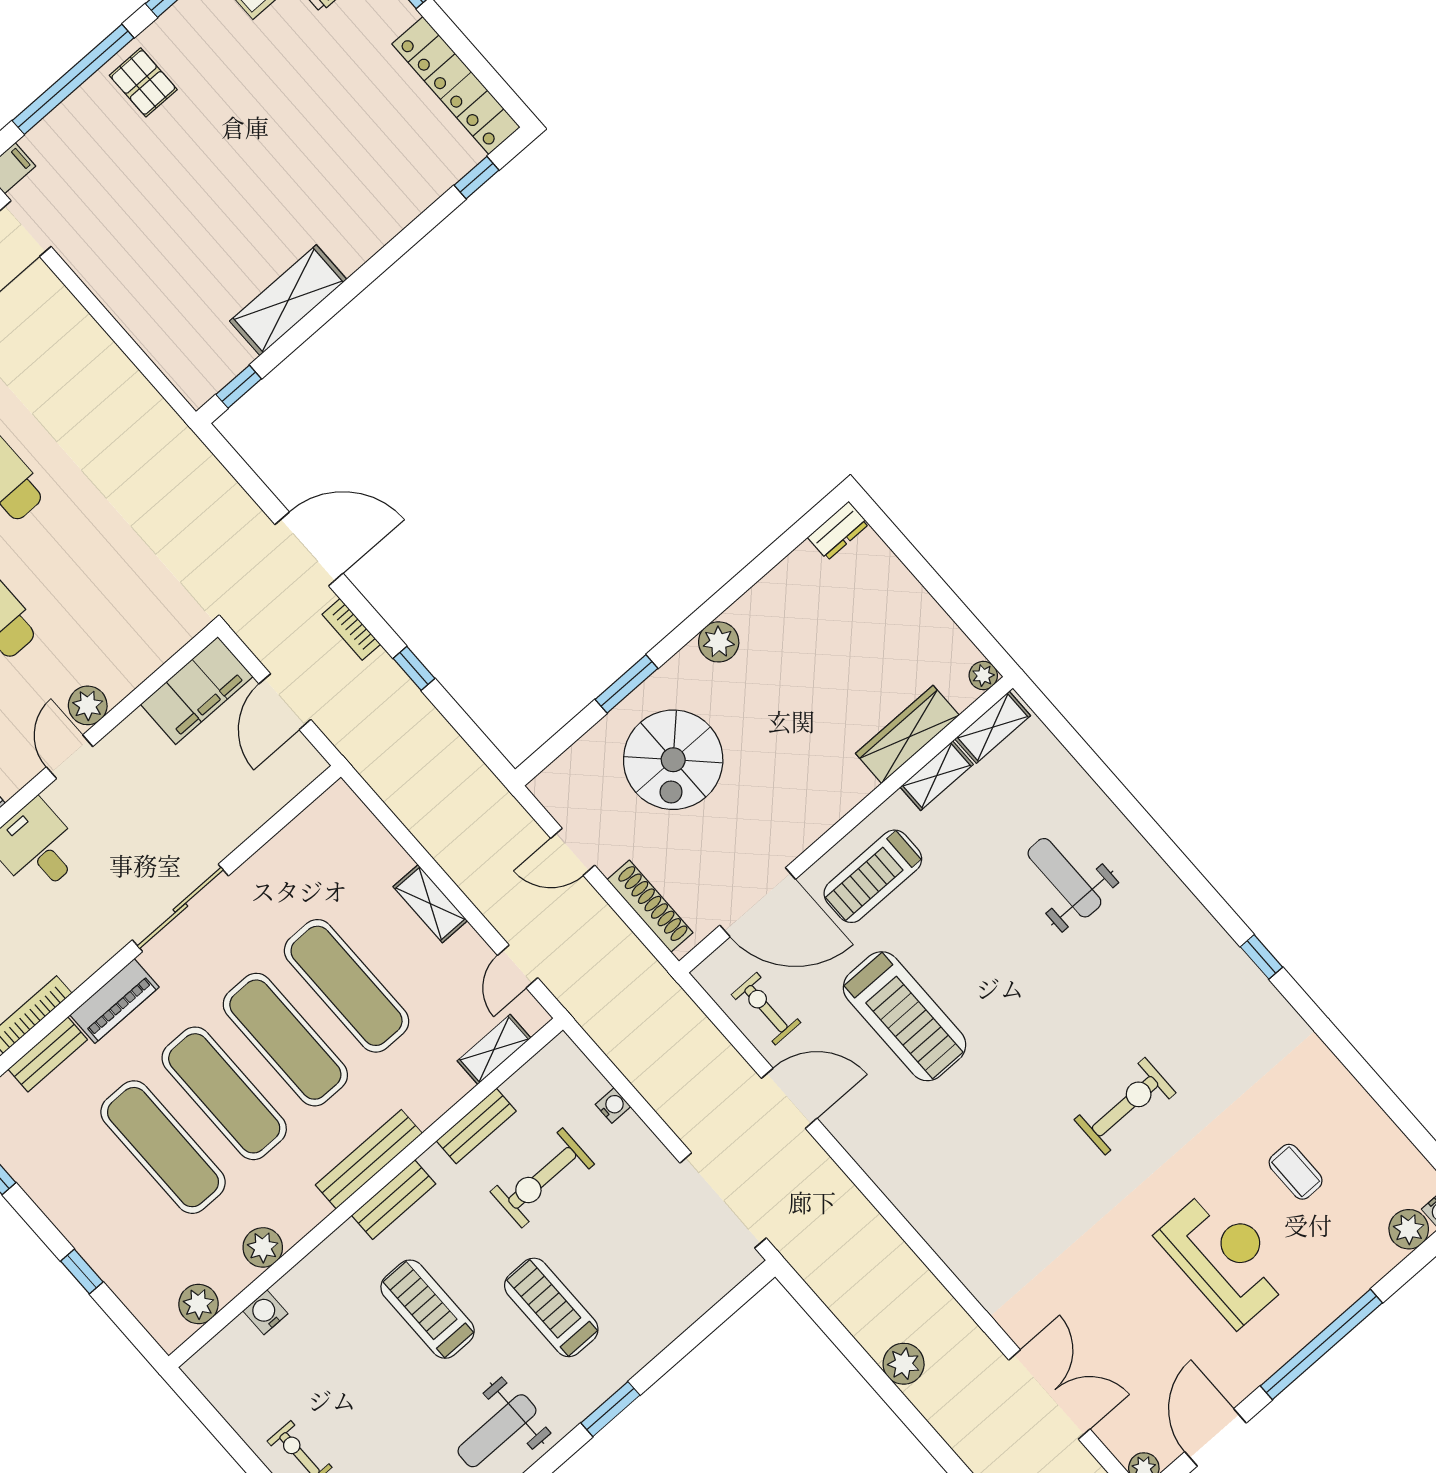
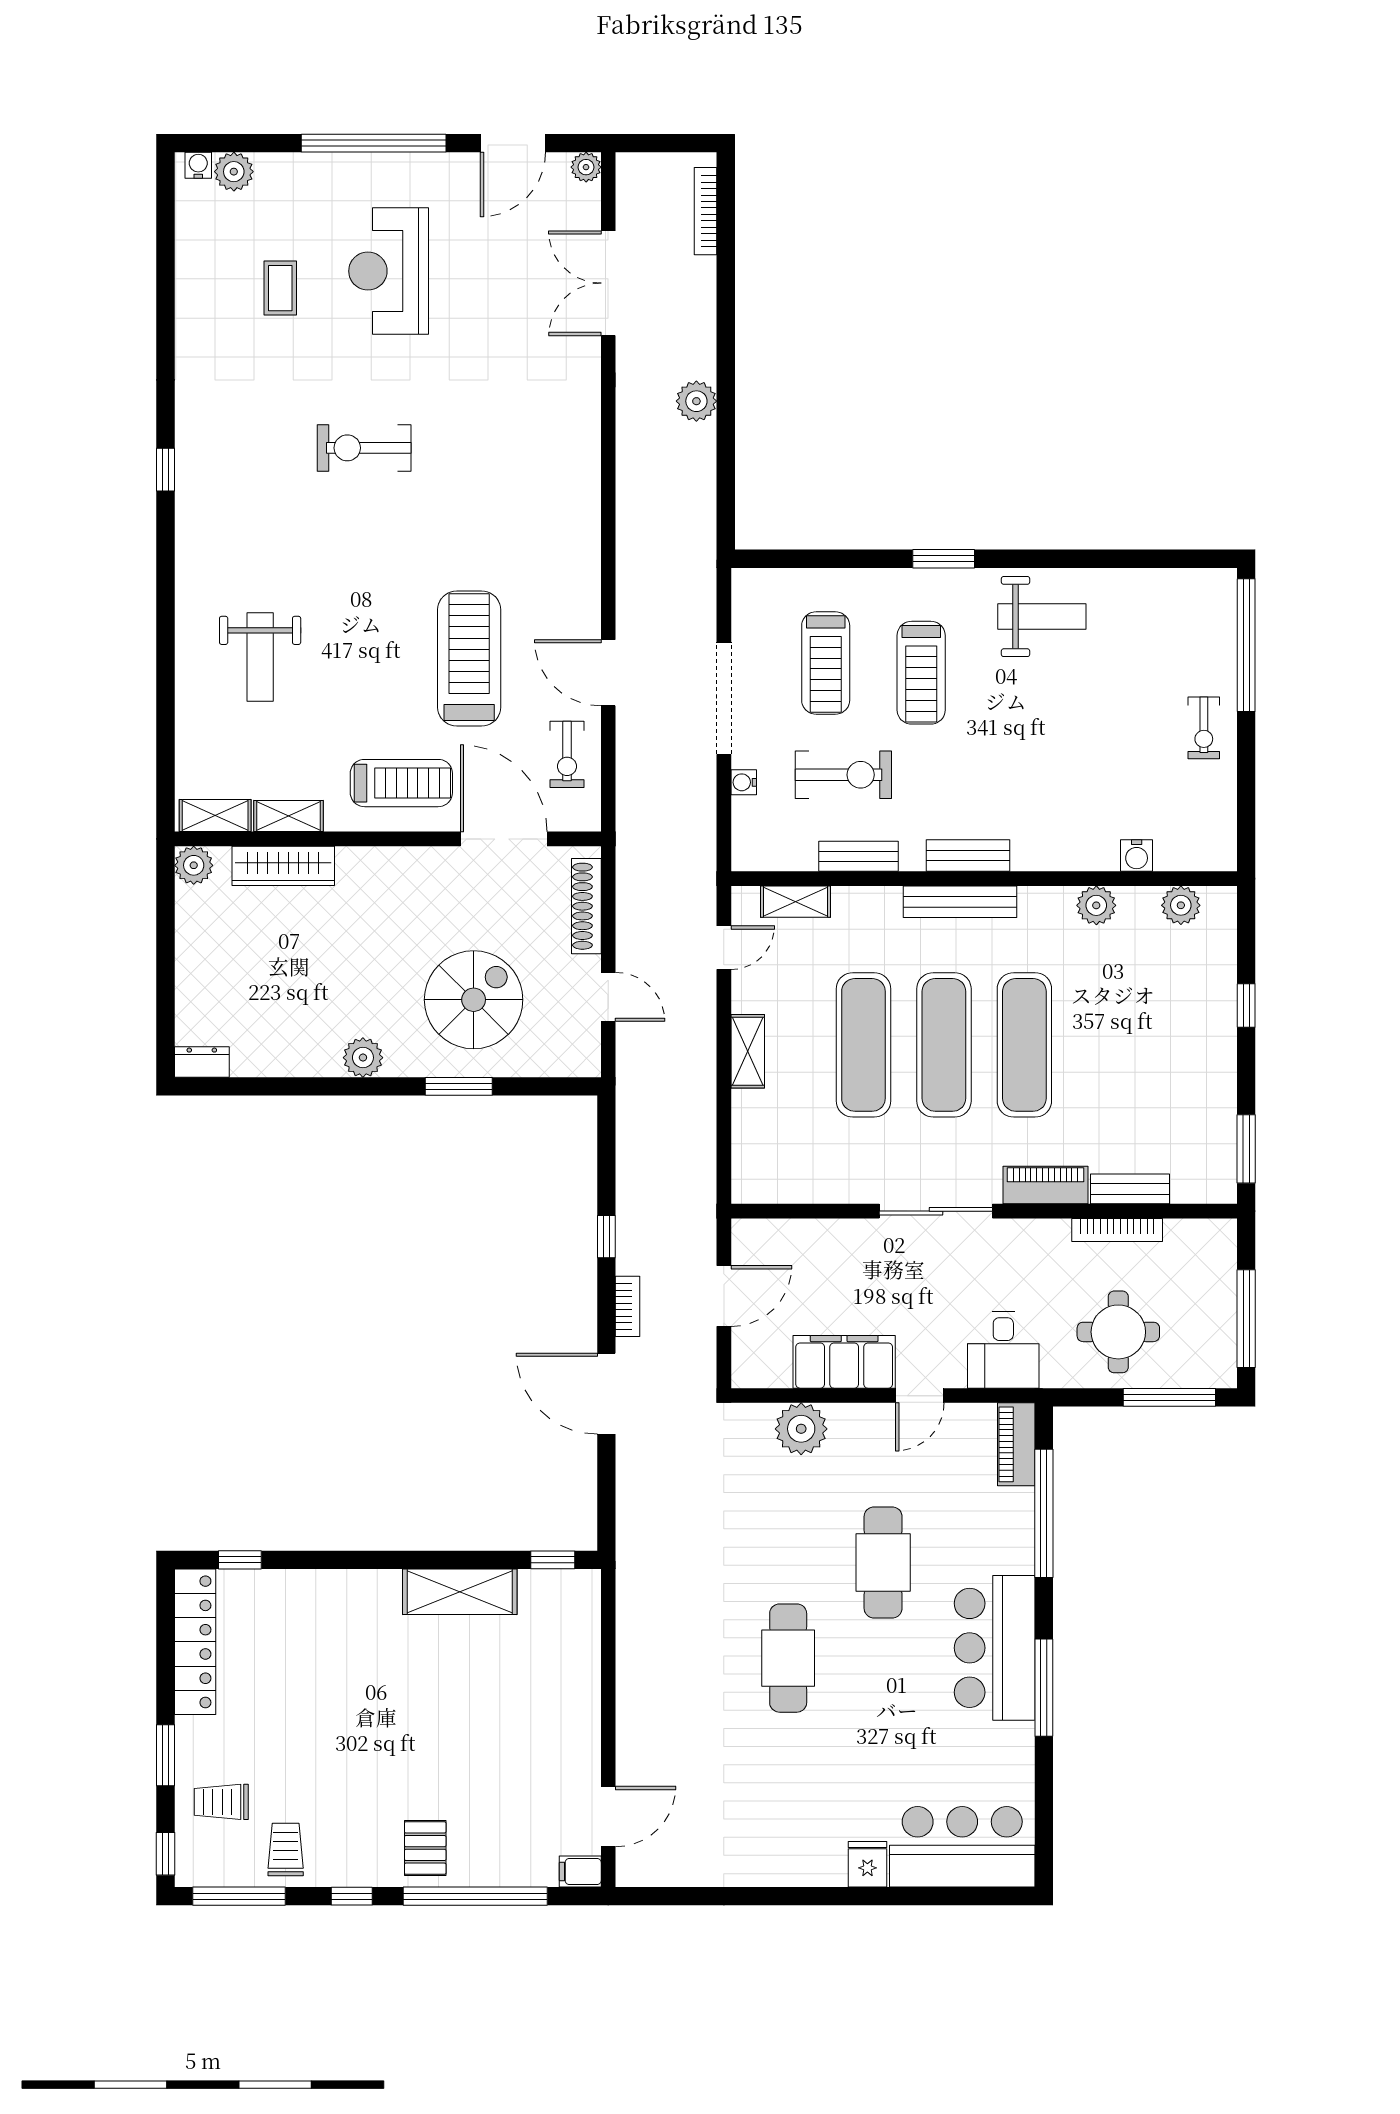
plant: (983, 675) -> (194, 865), width x1.38, depth x1.38
filing cabinet: (197, 690) -> (844, 1362), moved
plant: (88, 705) -> (801, 1429), moved, width x1.36, depth x1.36
exercise mat: (163, 1147) -> (1105, 1045), removed
doorway: (723, 1200) -> (724, 698), moved
treadmill: (428, 1309) -> (826, 663), moved

